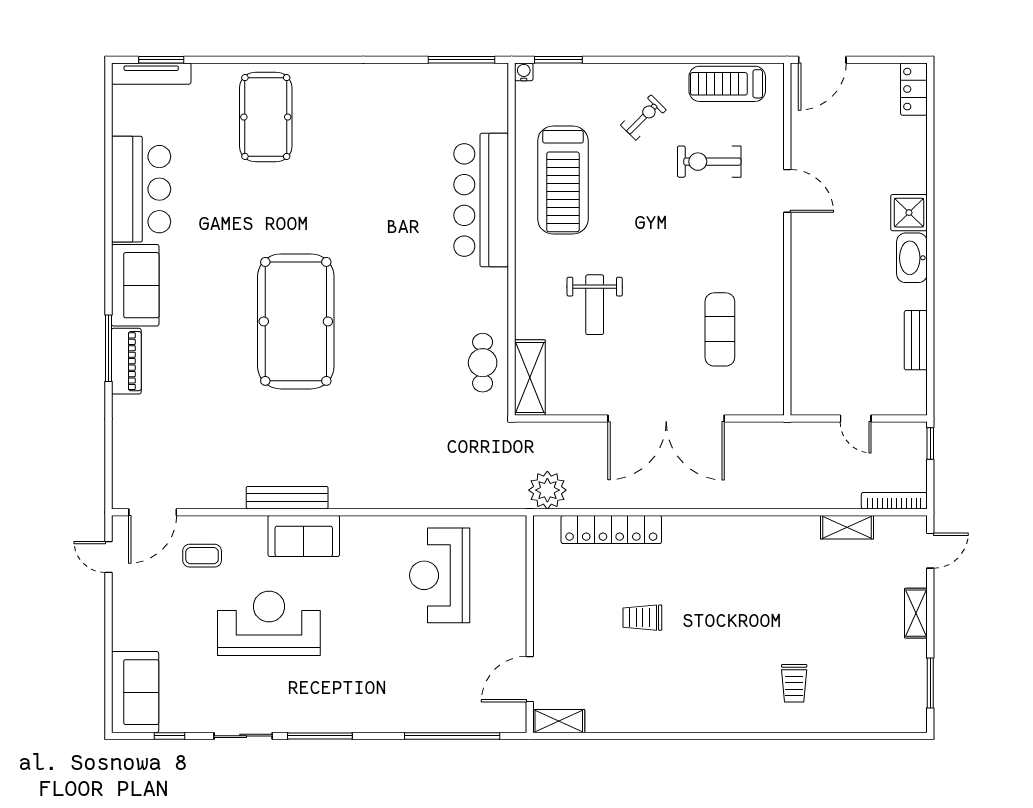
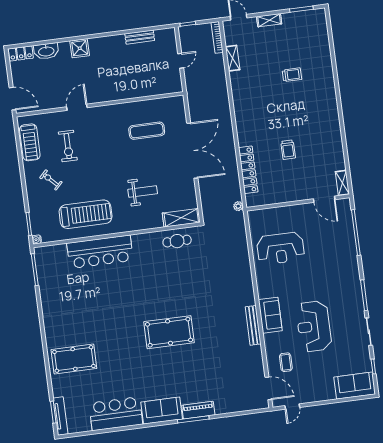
washbasin: (912, 258) -> (46, 51), moved
pool table: (296, 321) -> (169, 332), width x0.73, depth x0.76
plant: (547, 490) -> (238, 206), width x0.53, depth x0.53
trolley: (794, 683) -> (292, 75), moved

